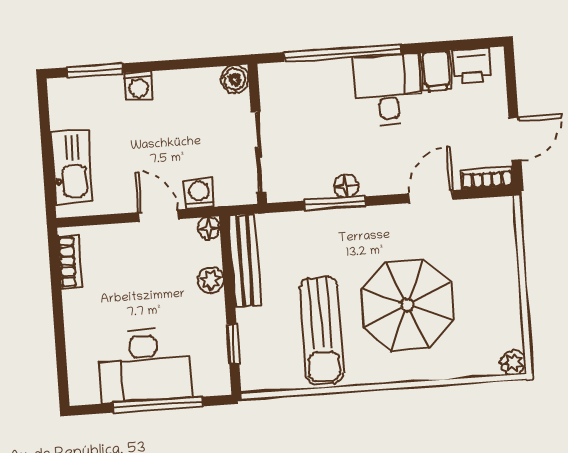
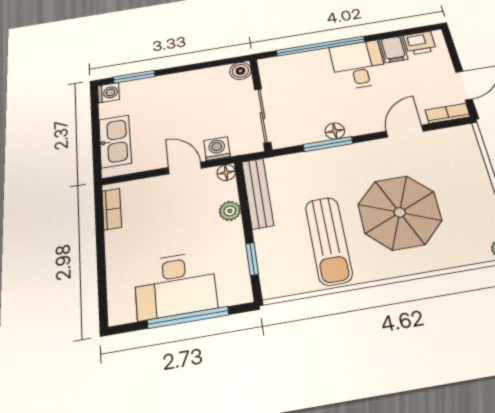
washing machine: (139, 86) -> (108, 93), moved, turned -90

